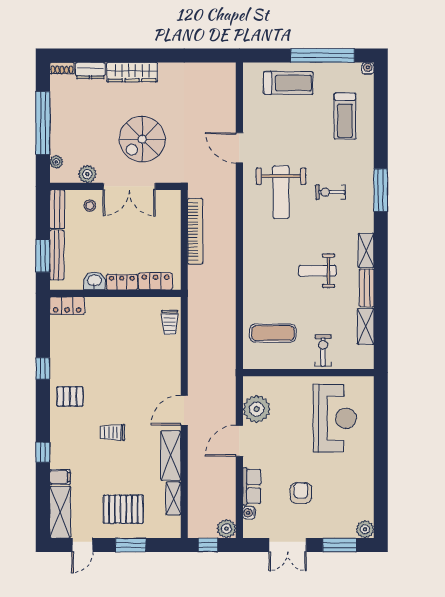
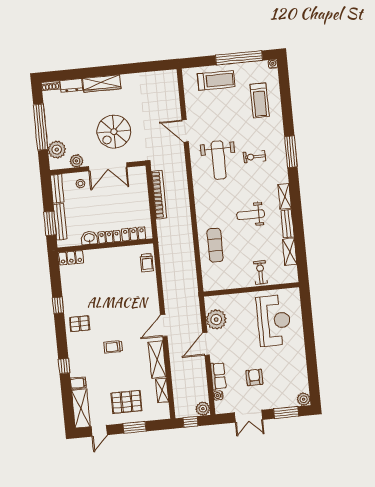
plant: (56, 162) -> (57, 150), width x1.87, depth x1.87
exercise mat: (273, 333) -> (215, 245), moved, turned 90

